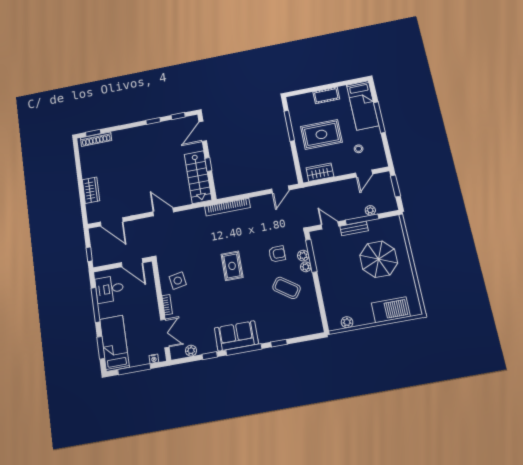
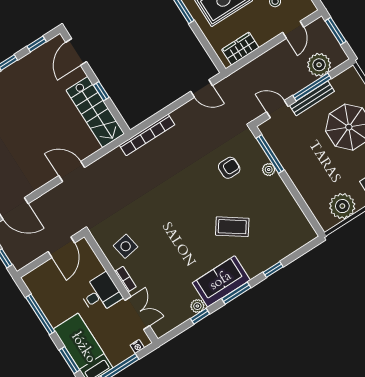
door: (280, 189) -> (202, 88), hinge flipped
plant: (370, 210) -> (319, 65), width x1.87, depth x1.87
bench: (354, 228) -> (312, 98), width x1.36
plant: (303, 256) -> (260, 158), removed
door: (132, 263) -> (61, 247), hinge flipped
rug: (232, 266) -> (182, 203), removed
coffee table: (286, 288) -> (232, 227), moved
desk: (110, 289) -> (101, 294), moved, turned 180
plant: (347, 322) -> (342, 206), width x1.87, depth x1.87
window: (244, 349) -> (236, 293), width x0.69
plant: (191, 351) -> (197, 306), moved

